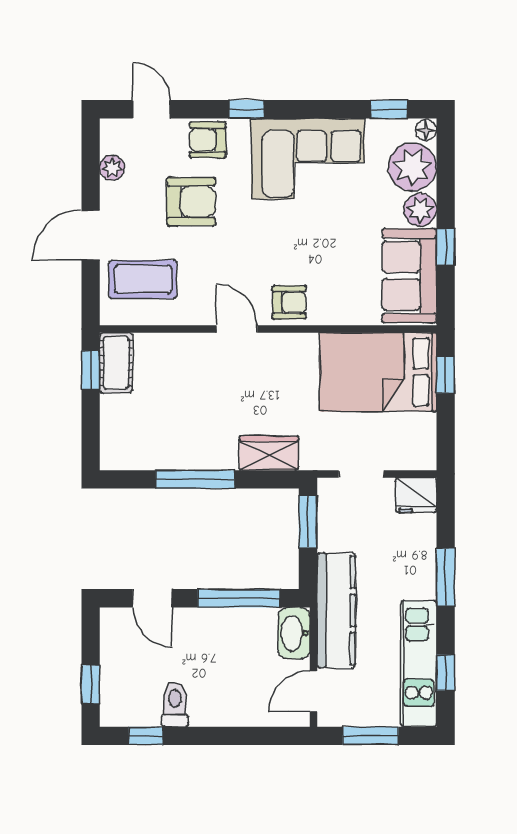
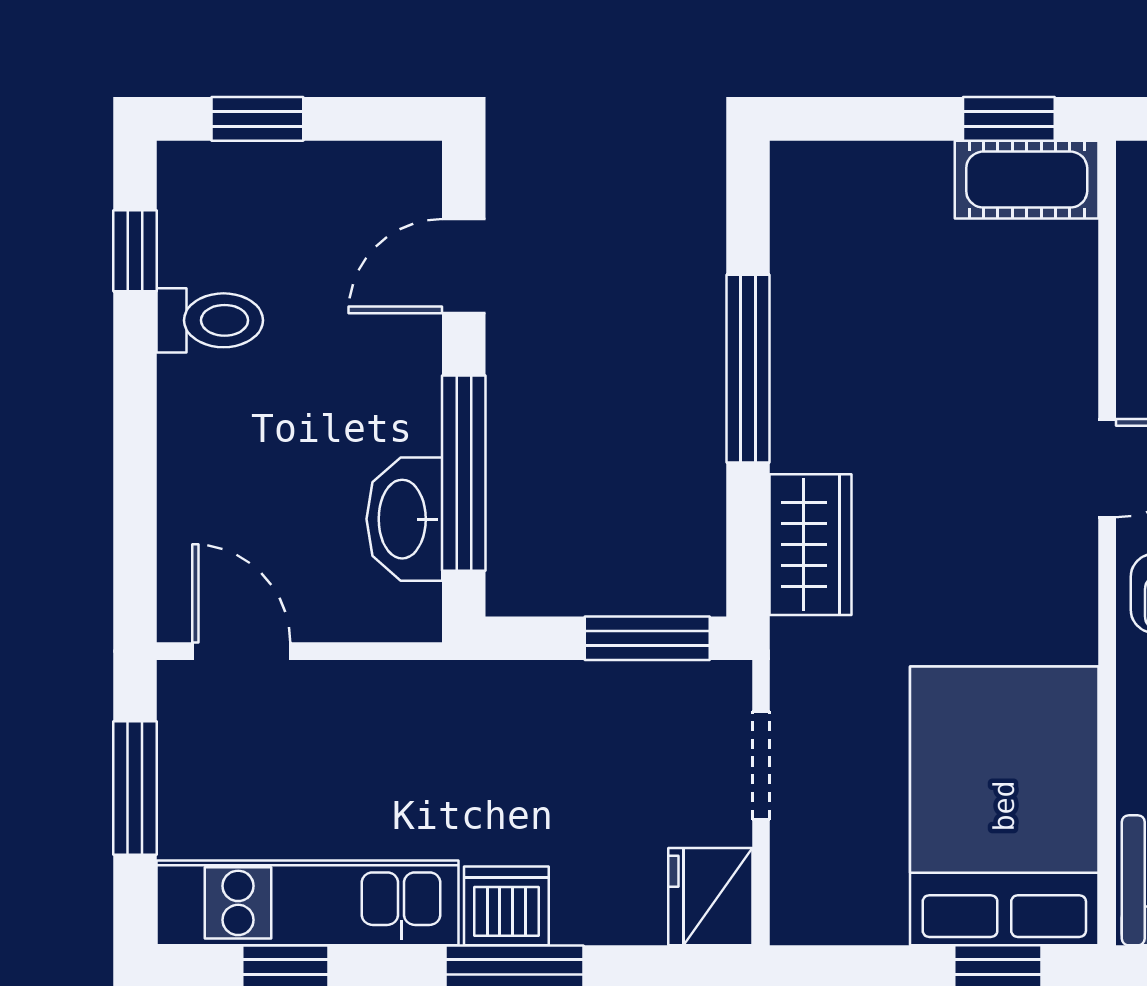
dishwasher: (420, 580) -> (506, 906), added
kitchen counter: (336, 610) -> (435, 705), removed
washbasin: (294, 633) -> (404, 519), moved, turned -90

